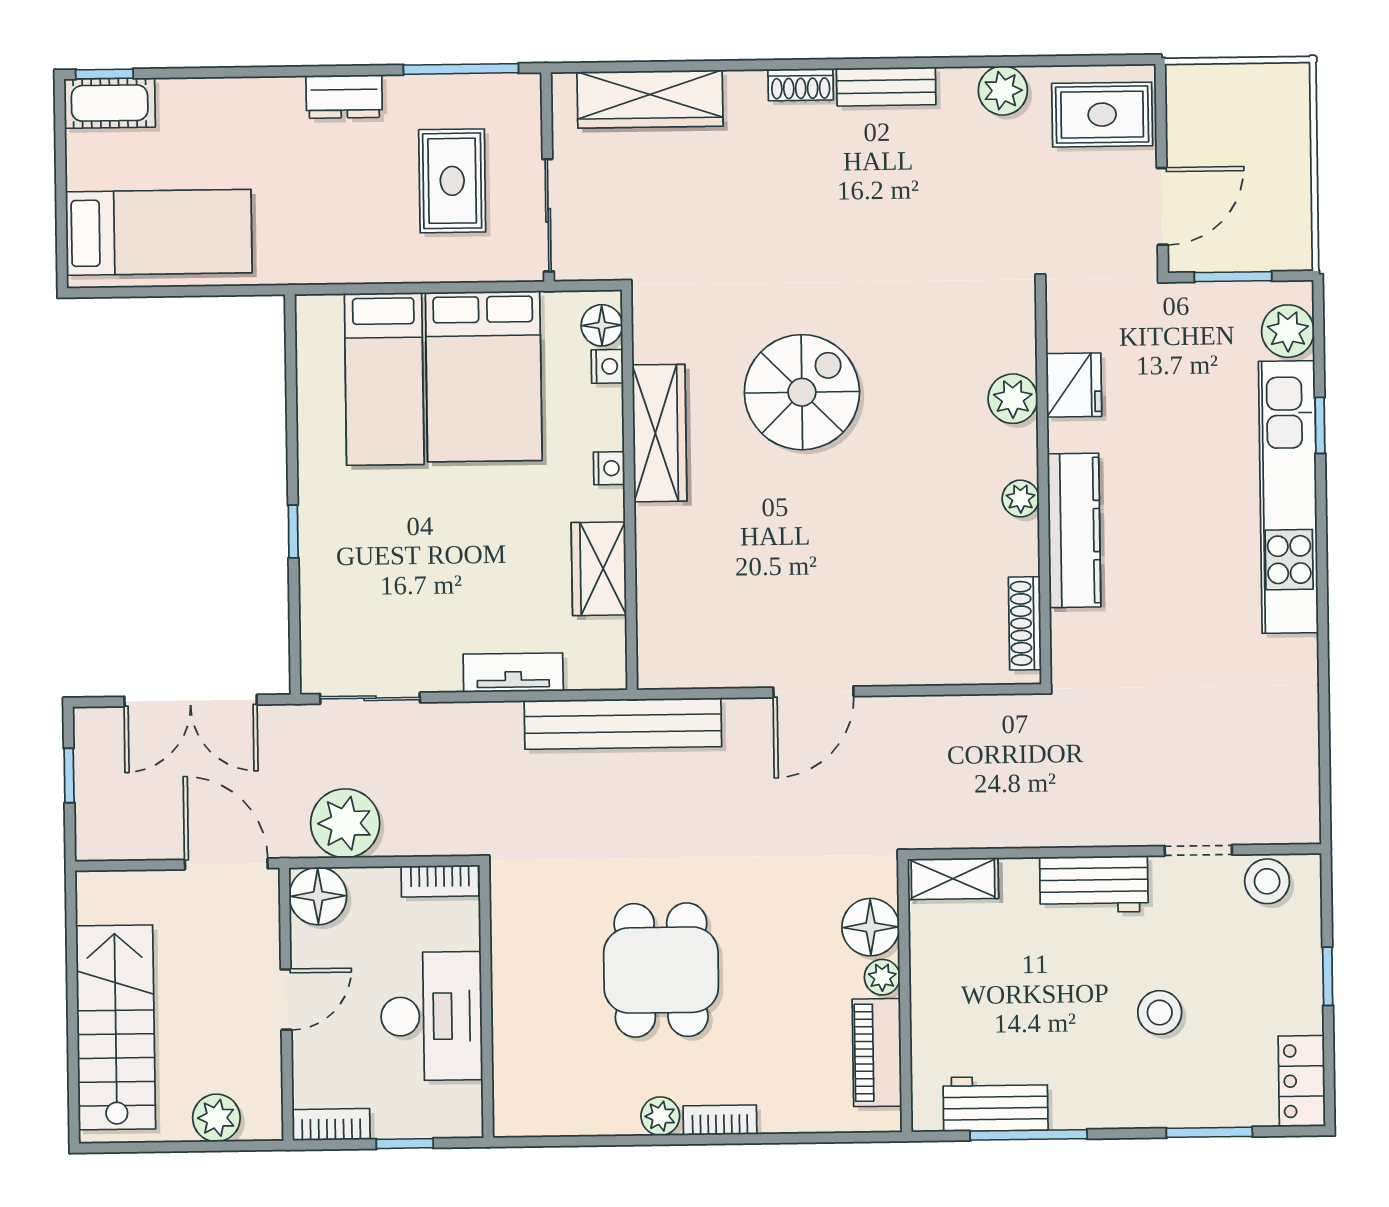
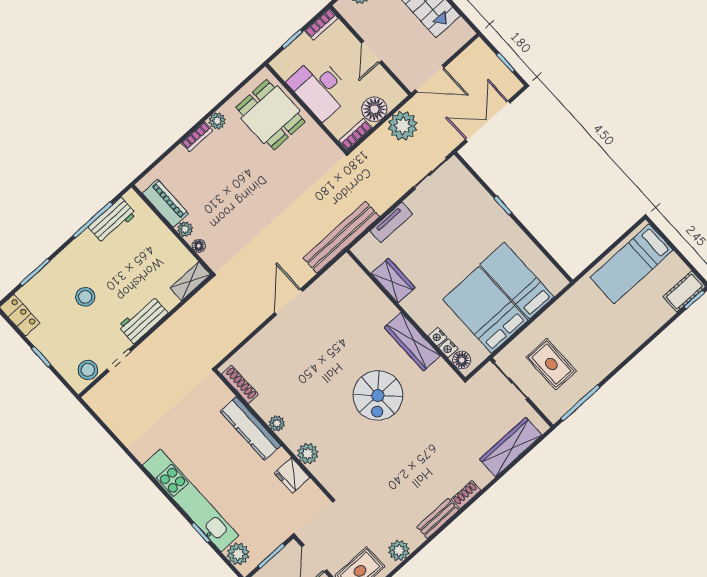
dresser: (344, 97) -> (610, 361), removed
nightstand: (609, 468) -> (437, 337), moved
floor lamp: (318, 896) -> (374, 109), moved
floor lamp: (871, 927) -> (199, 246), width x0.53, depth x0.53
dining table: (661, 970) -> (270, 115), moved

